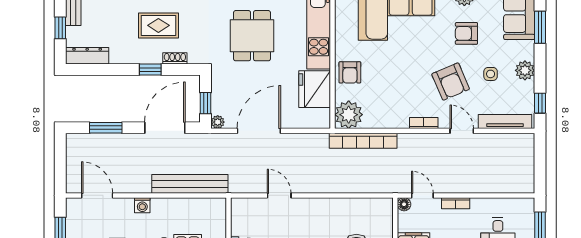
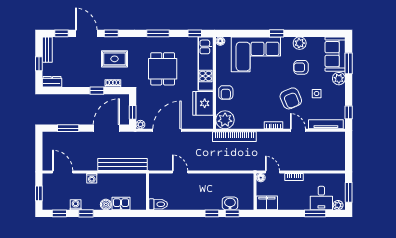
rug: (158, 25) -> (115, 59), moved
dresser: (87, 56) -> (52, 82), width x0.70
plant: (525, 70) -> (339, 79), moved

